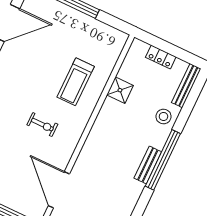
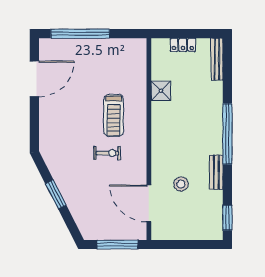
treadmill: (76, 82) -> (114, 115), moved
stool: (163, 116) -> (181, 184), moved
bench: (148, 165) -> (216, 172), moved

